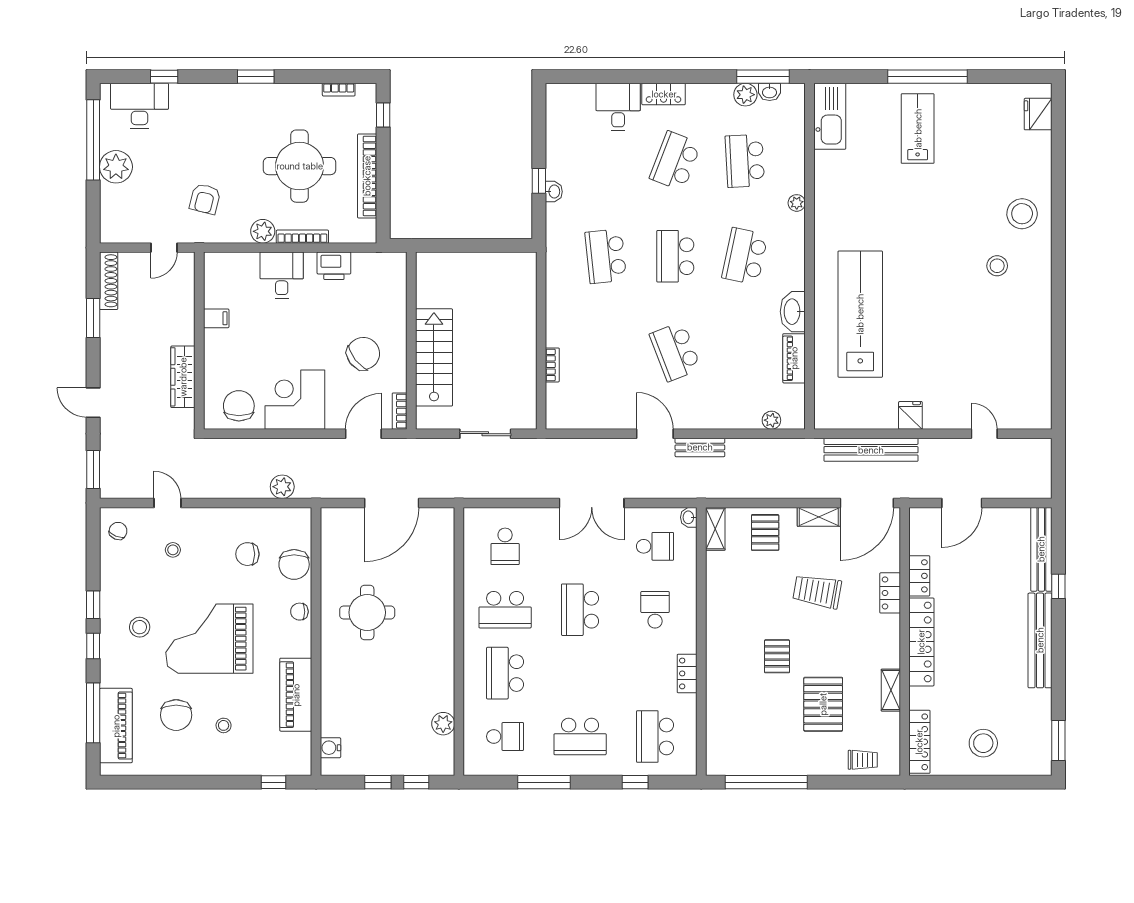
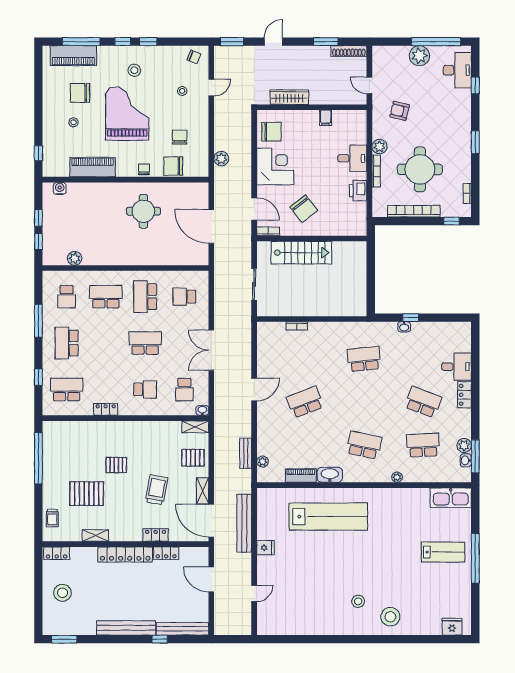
school desk: (675, 256) -> (364, 402), removed
bench: (700, 447) -> (246, 453), moved
locker: (919, 742) -> (57, 553), width x0.66

